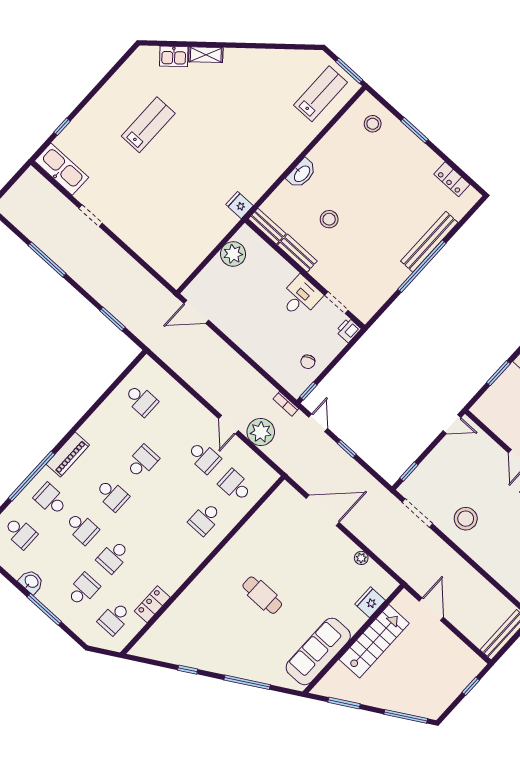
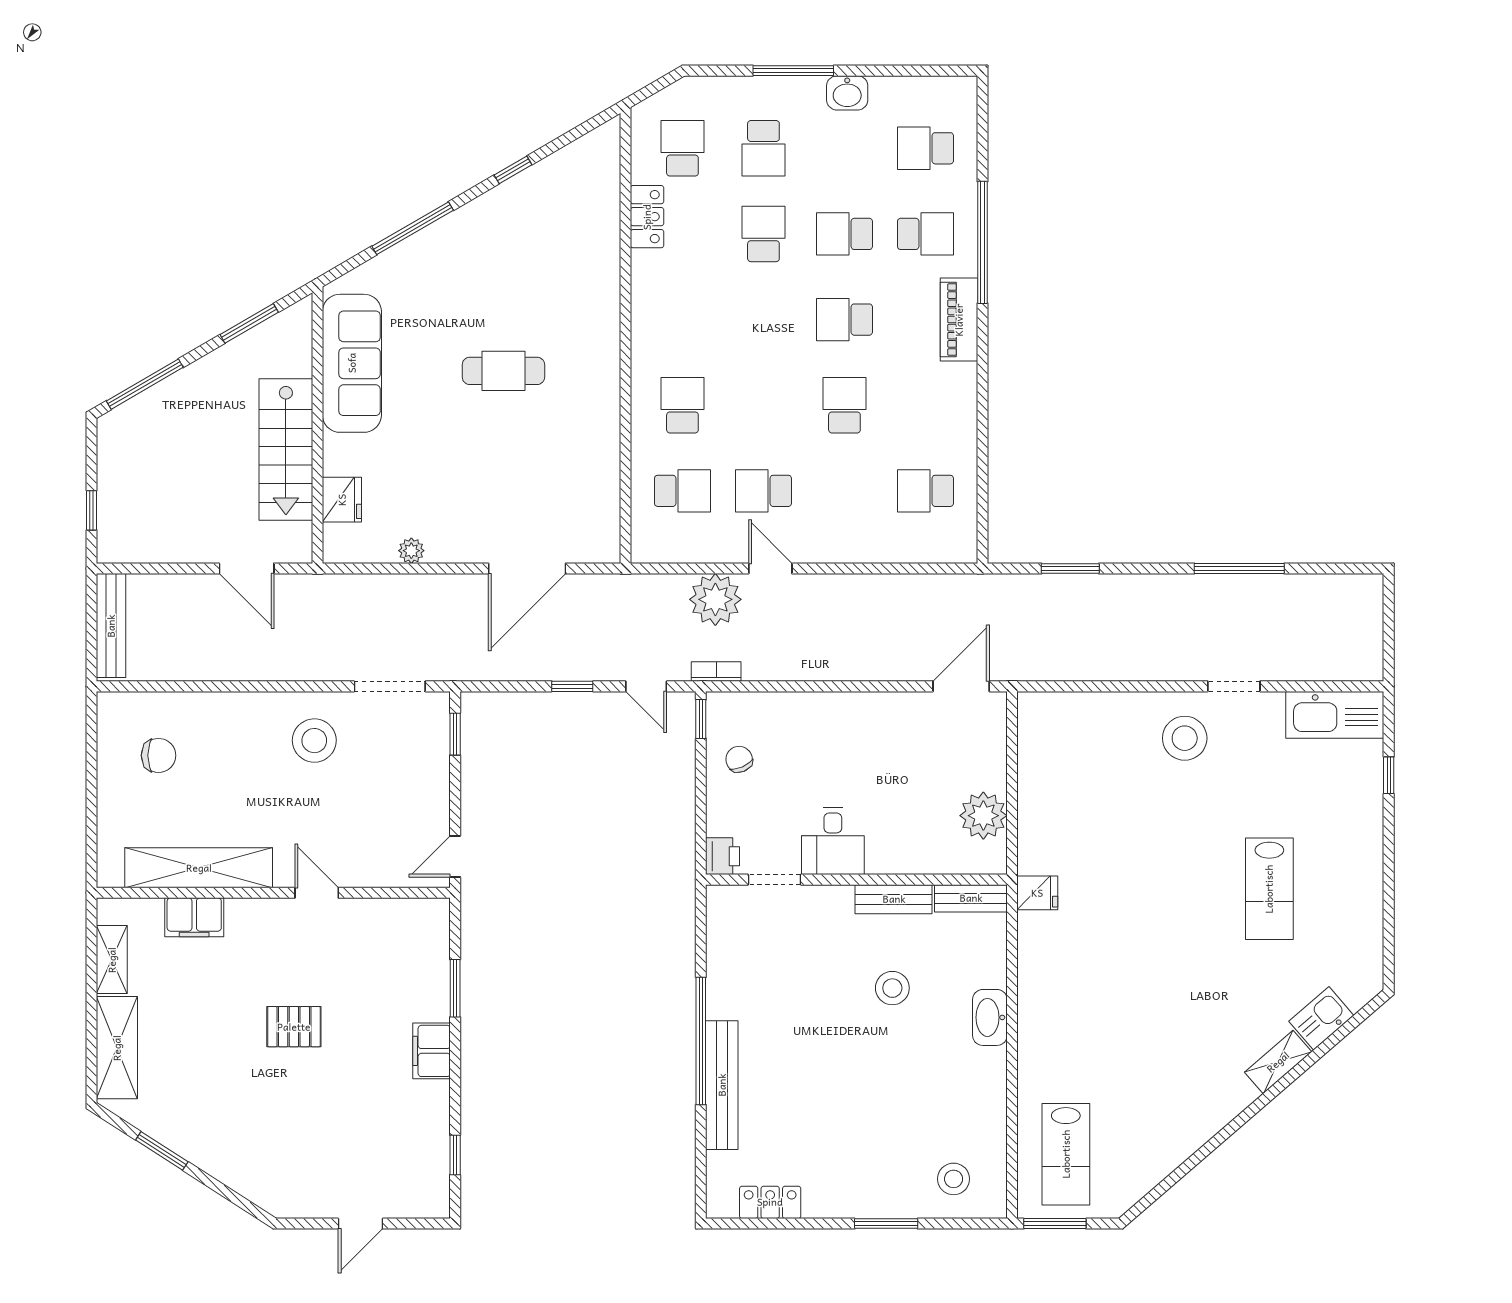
stool: (128, 213) -> (1185, 738), added
school desk: (142, 462) -> (844, 405), turned 180

